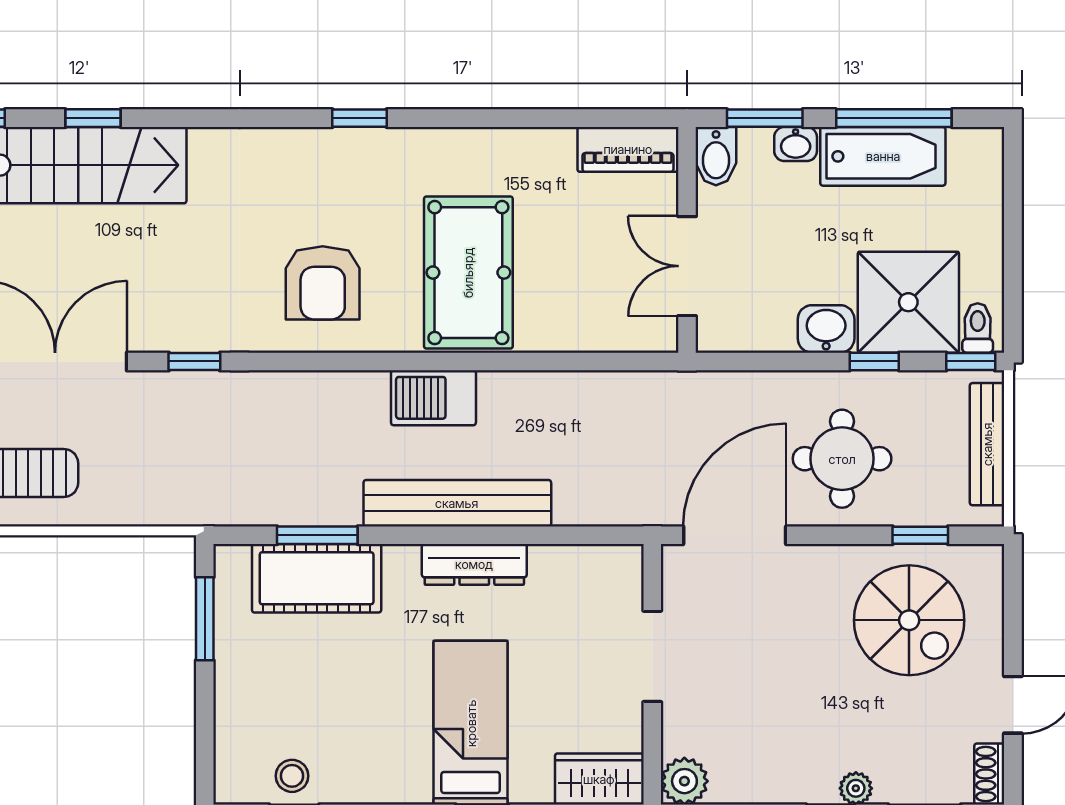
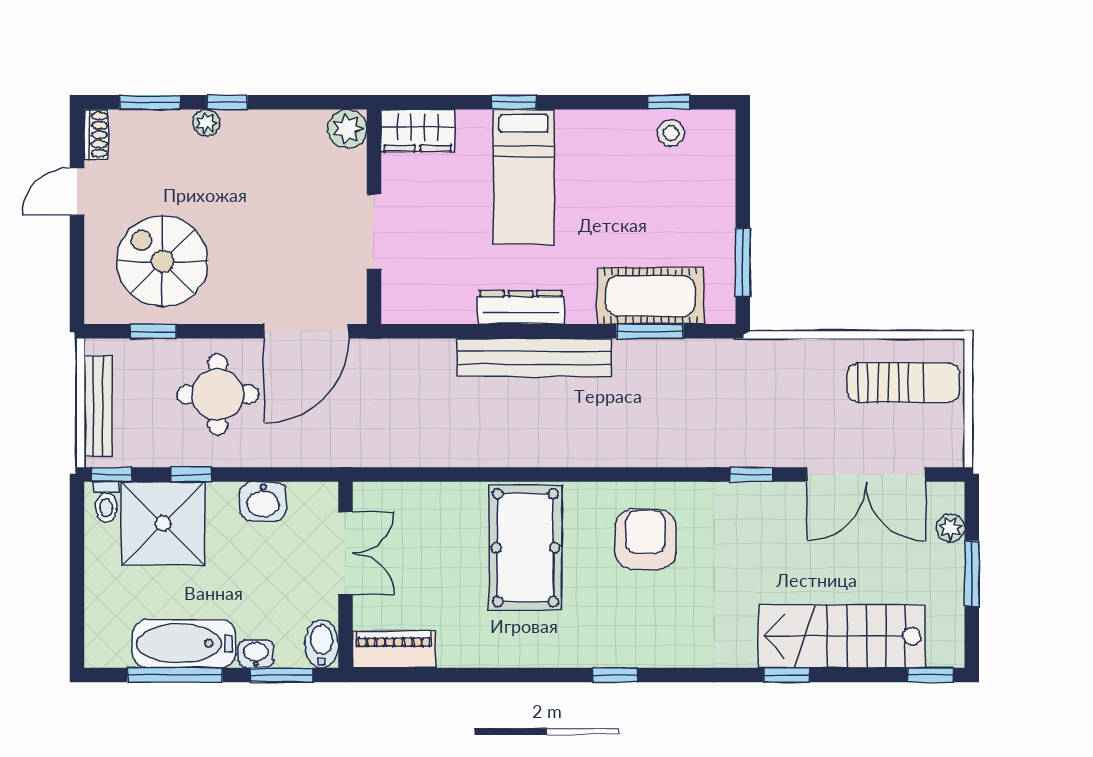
window: (93, 118) -> (787, 675), moved
washbasin: (826, 329) -> (263, 501), moved
barbecue: (433, 398) -> (554, 445), removed

